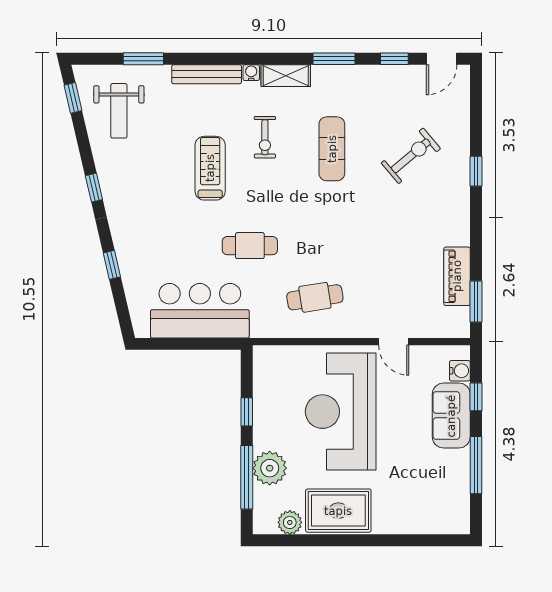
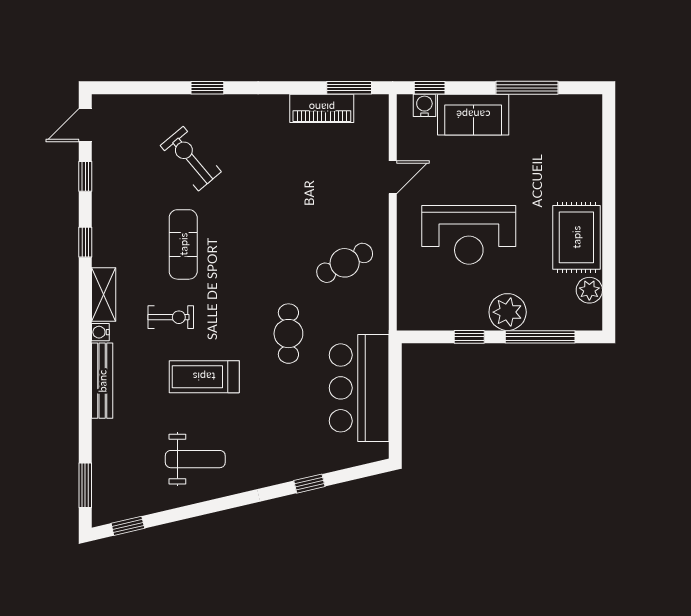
window: (143, 59) -> (85, 485), moved
window: (334, 59) -> (85, 242), width x0.67
door: (442, 59) -> (85, 125), swing flipped
weight bench: (119, 111) -> (195, 459), moved
exercise mat: (332, 149) -> (183, 244), turned 90
window: (94, 188) -> (225, 503), removed
cafe table: (315, 297) -> (345, 263), turned 71
window: (476, 397) -> (430, 88), moved
reception desk: (341, 412) -> (469, 235), width x0.74, depth x0.77
plant: (270, 468) -> (508, 312), moved

